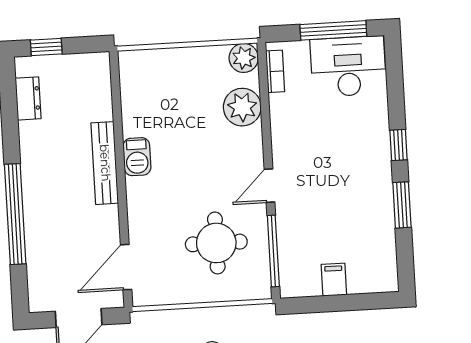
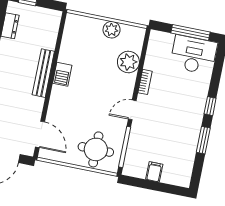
plant: (244, 58) -> (112, 30), moved
bookcase: (275, 71) -> (145, 82), moved
round table: (216, 243) -> (96, 149), moved
door: (126, 267) -> (40, 134), swing flipped

